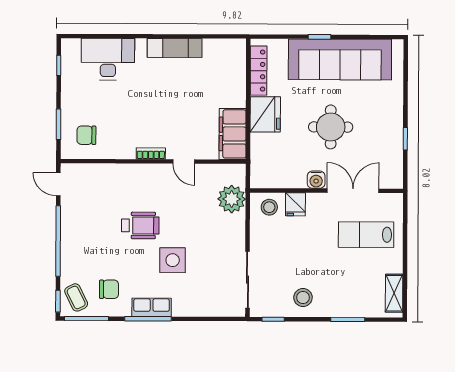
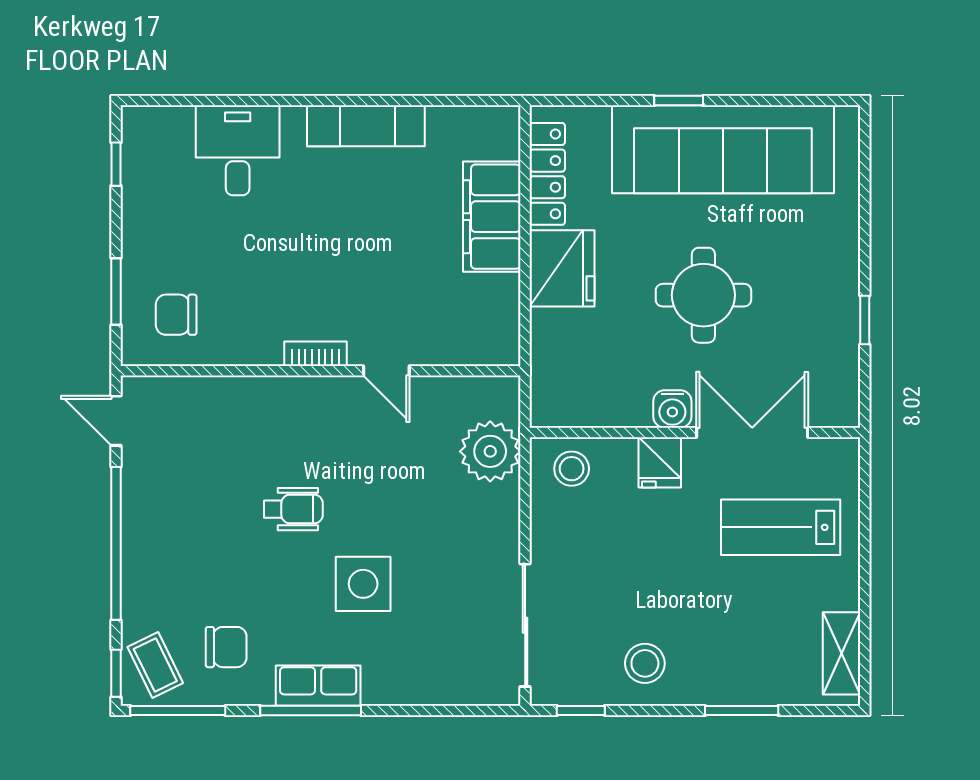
desk: (108, 59) -> (238, 150), width x0.73
filing cabinet: (233, 134) -> (492, 217), moved
fridge: (295, 204) -> (660, 462), moved
wheelchair: (140, 225) -> (293, 509), width x0.73, depth x0.73

